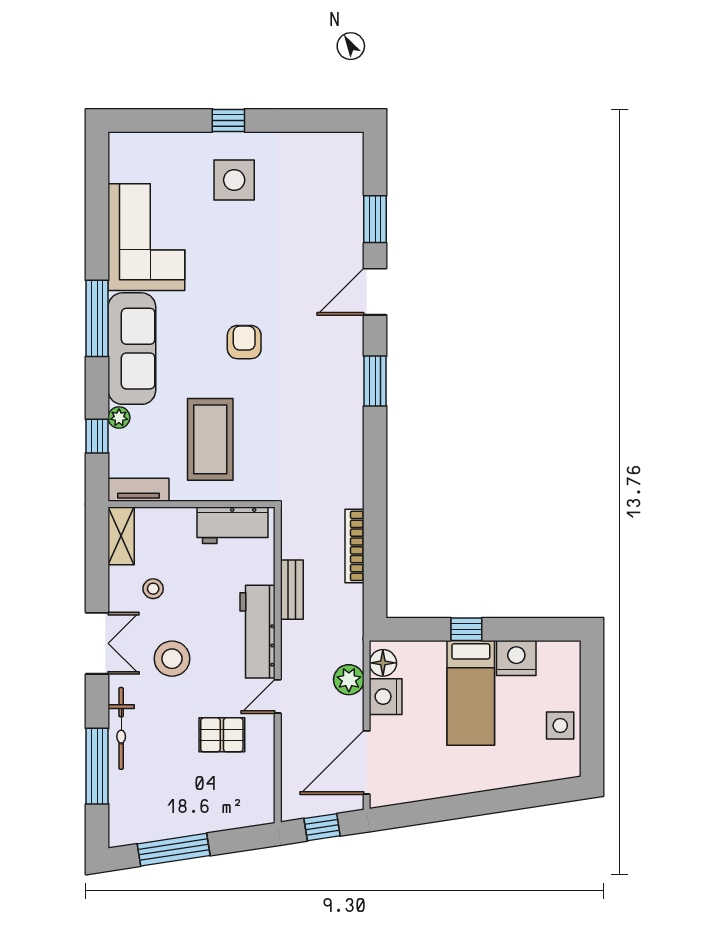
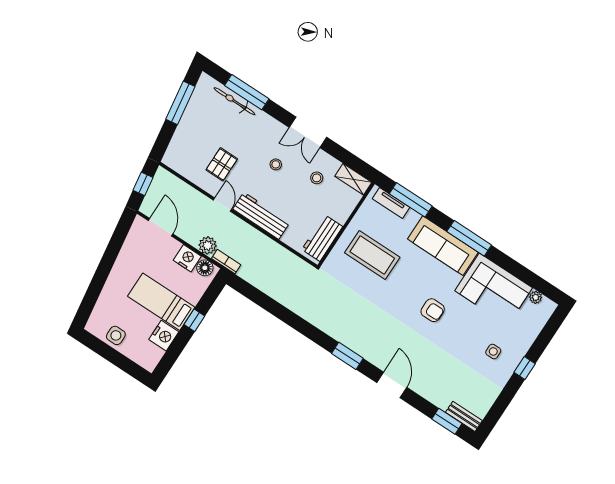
side table: (234, 180) -> (493, 351), width x0.54, depth x0.54
window: (375, 219) -> (447, 421), moved
armchair: (244, 342) -> (433, 310), moved
plant: (119, 418) -> (536, 297), moved
window: (97, 436) -> (411, 200), width x2.17
tv unit: (139, 490) -> (391, 203), moved, turned 90
bookcase: (354, 546) -> (226, 262), moved, width x0.64
bench: (292, 590) -> (464, 416), moved
stool: (172, 659) -> (276, 164), width x0.53, depth x0.53
bicycle: (121, 728) -> (234, 101), moved
door: (367, 762) -> (161, 227), width x0.73

